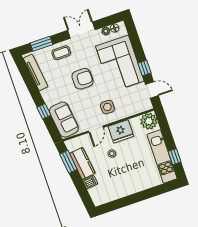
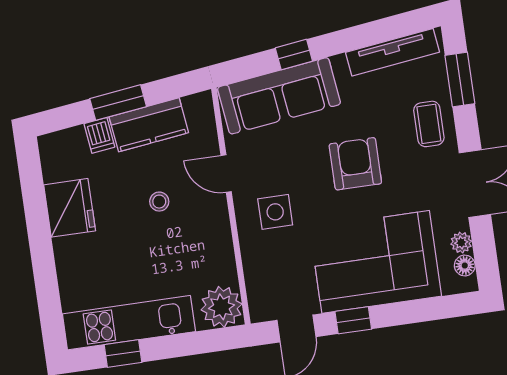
armchair: (82, 79) -> (355, 164), turned 180
sofa: (64, 120) -> (279, 96), width x1.36
fridge: (121, 131) -> (70, 208), moved, turned 180
window: (68, 162) -> (118, 103), moved

